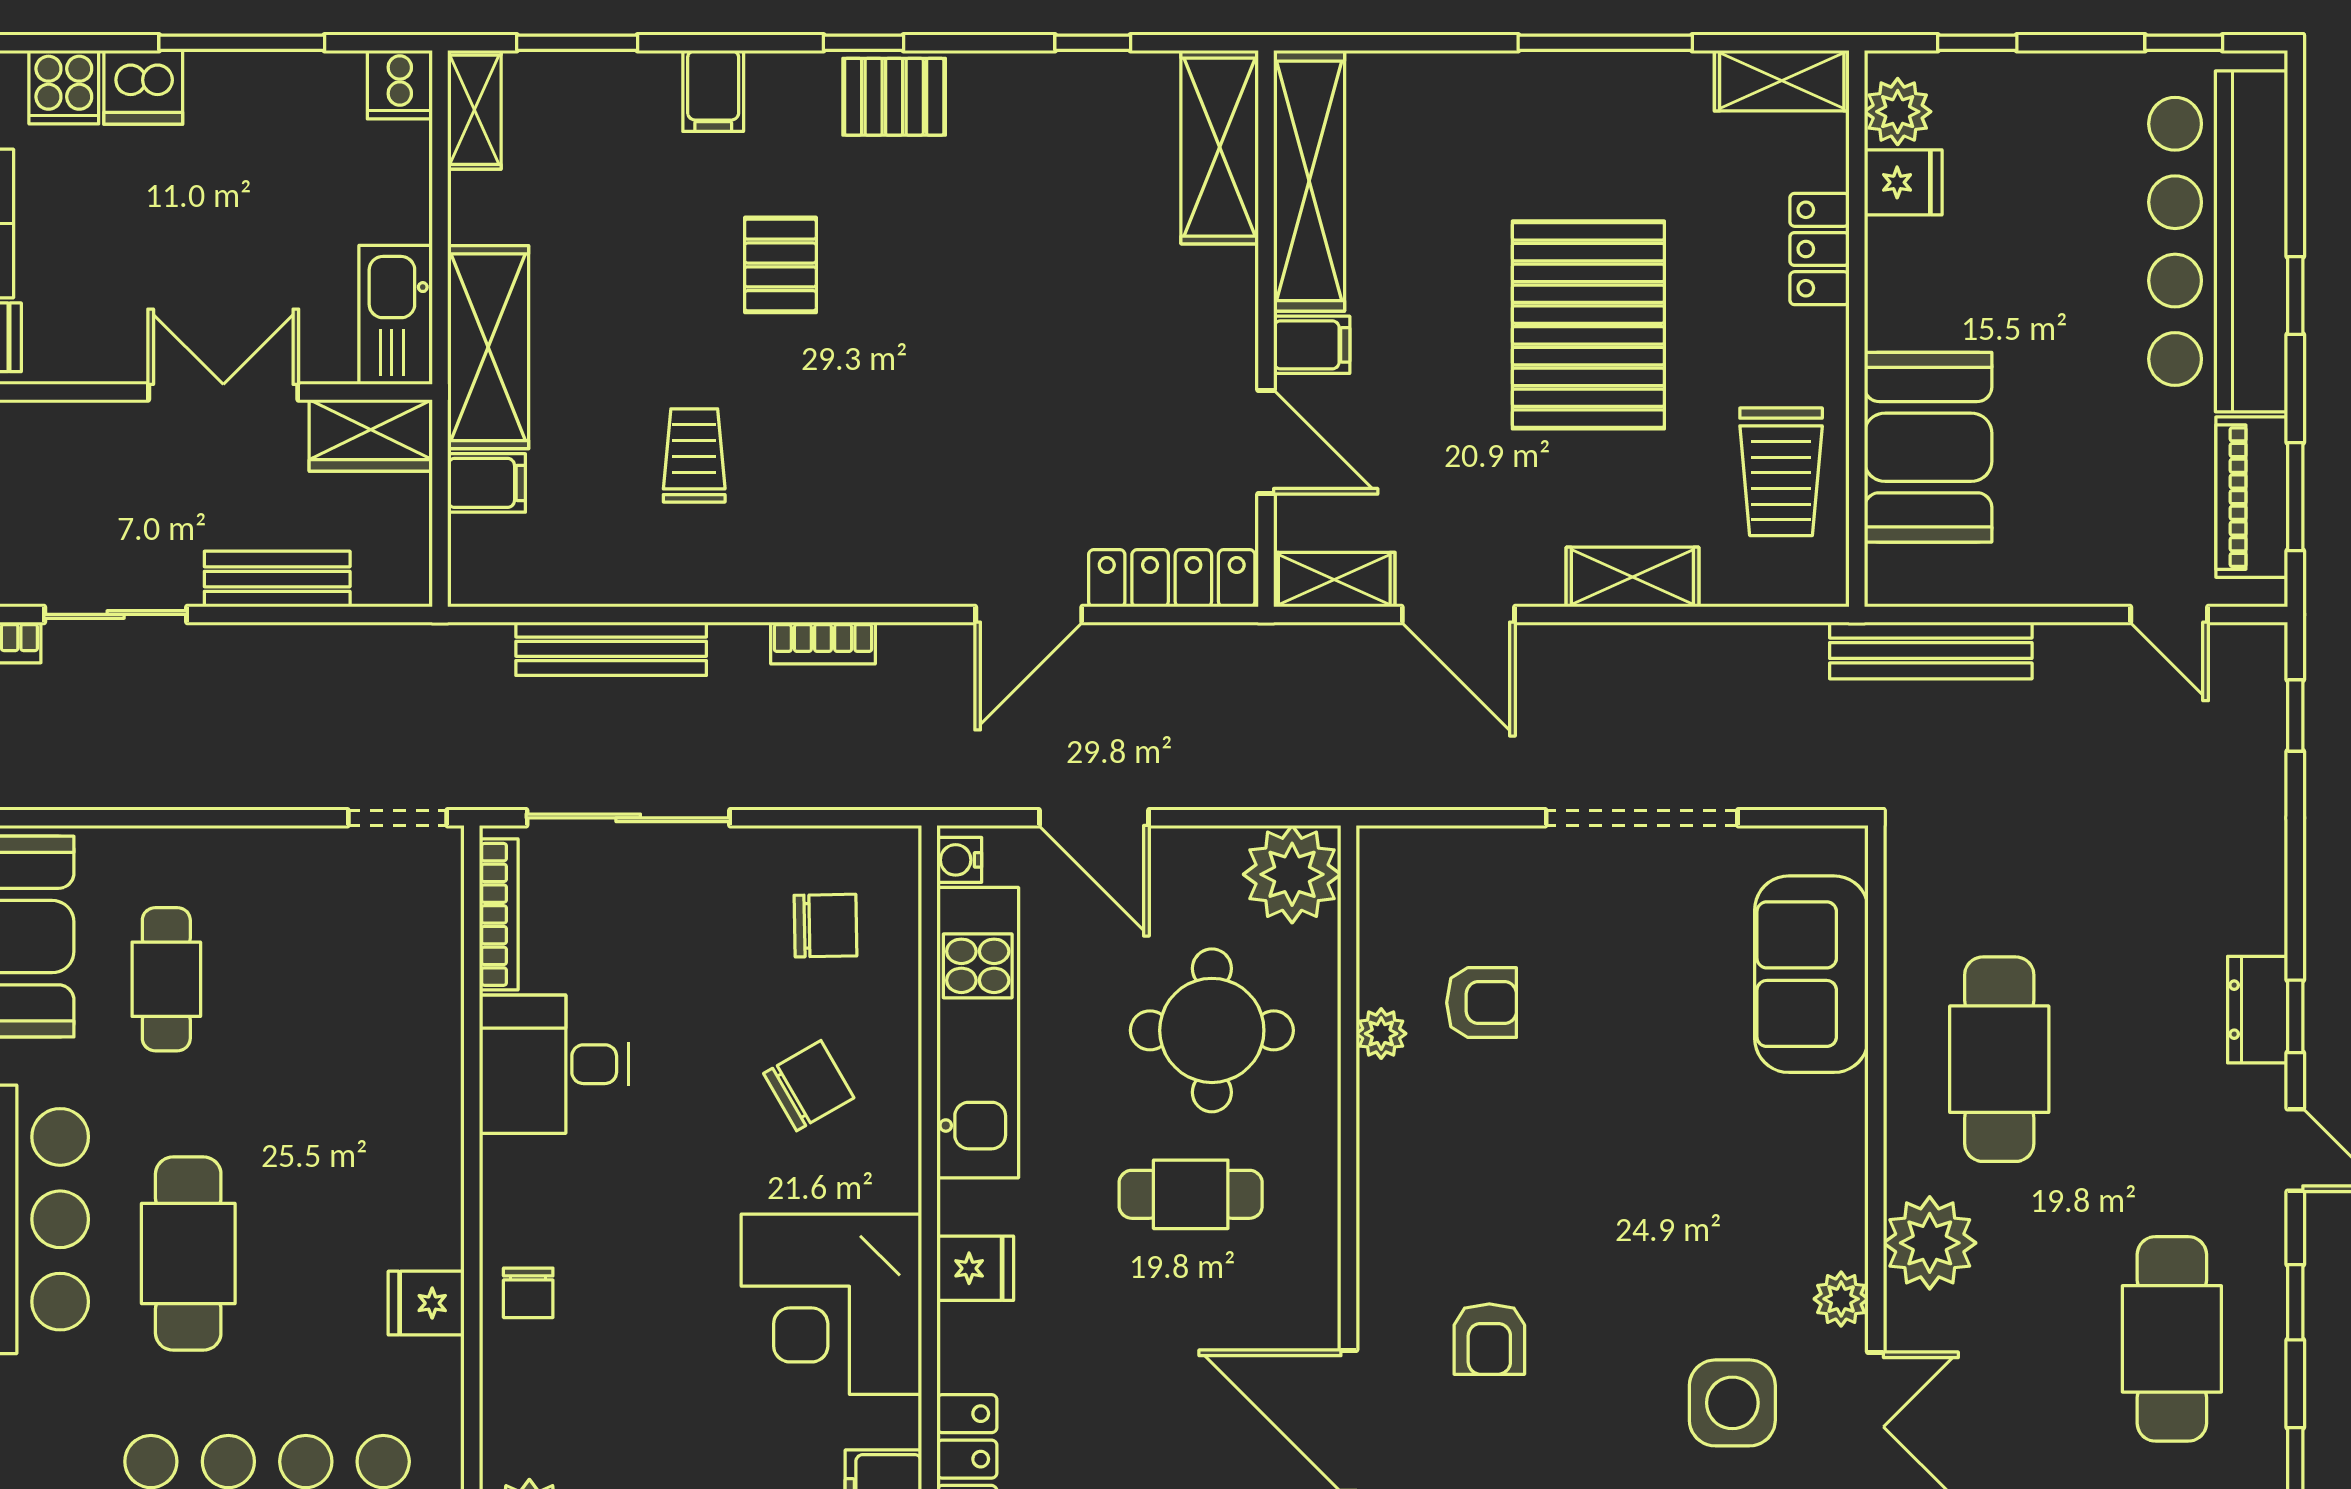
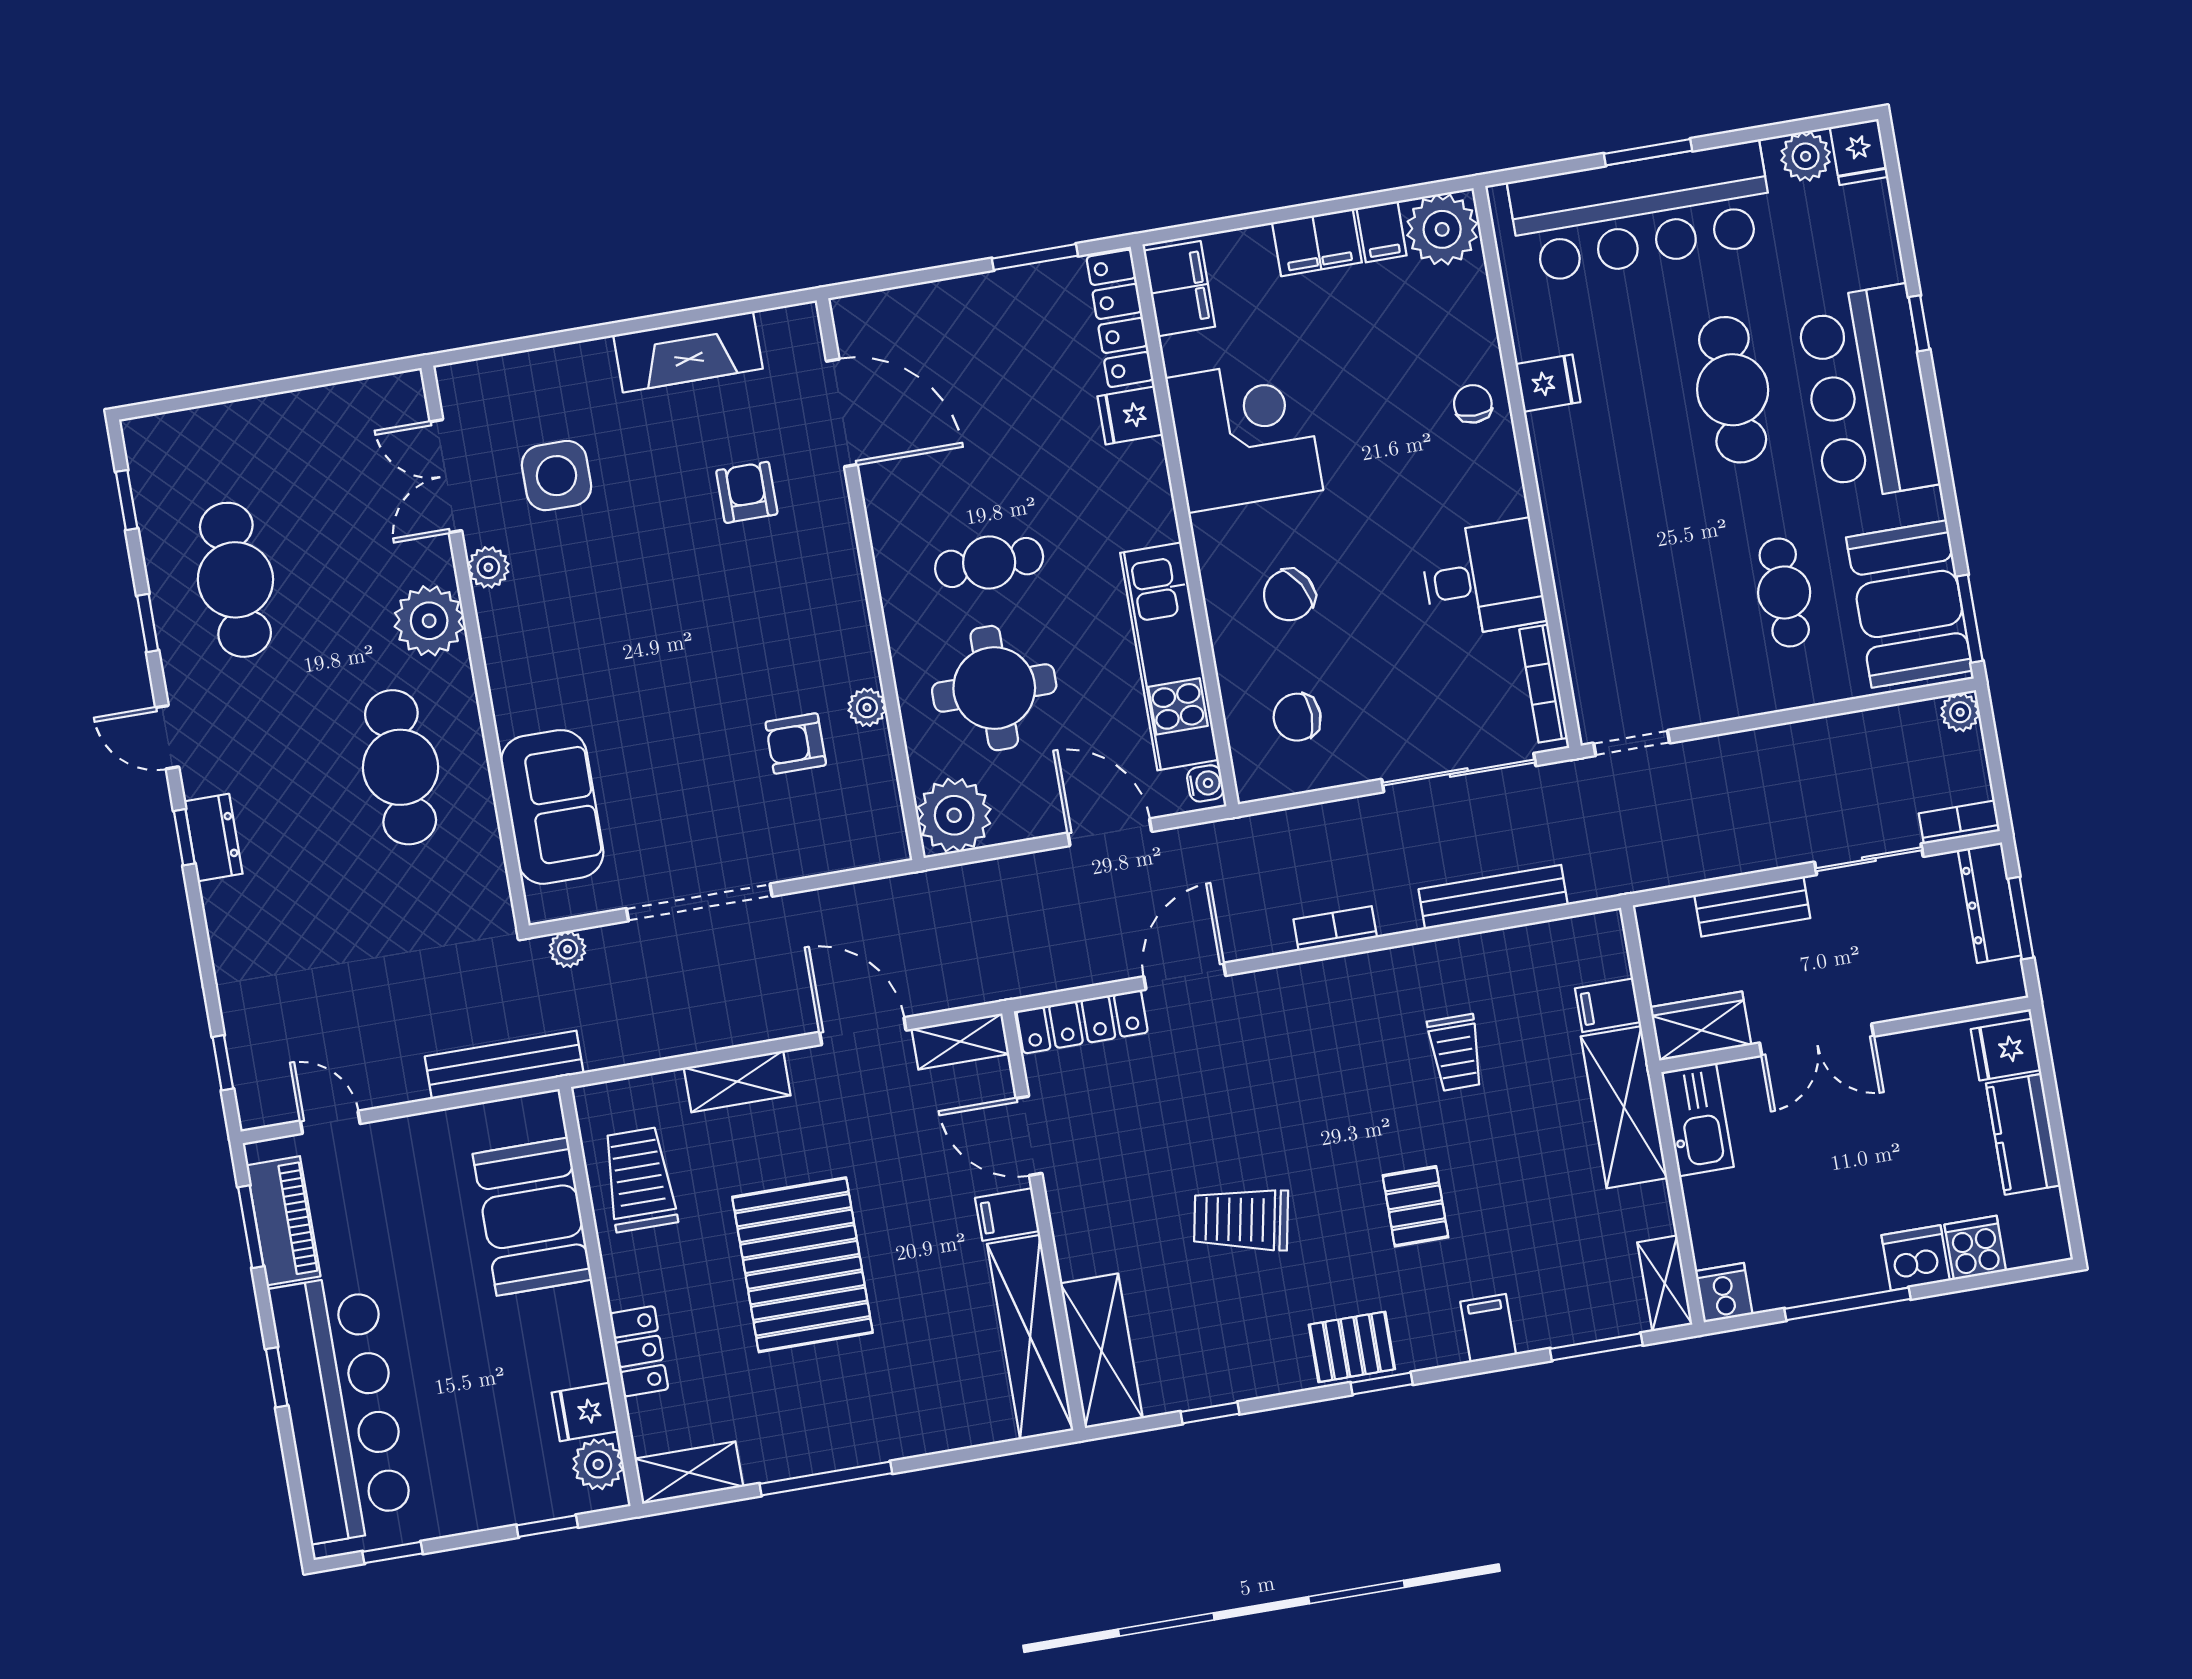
trolley: (1010, 286) -> (1241, 1220), added
plant: (1823, 786) -> (568, 949), added
fridge: (975, 1268) -> (1130, 415), moved

